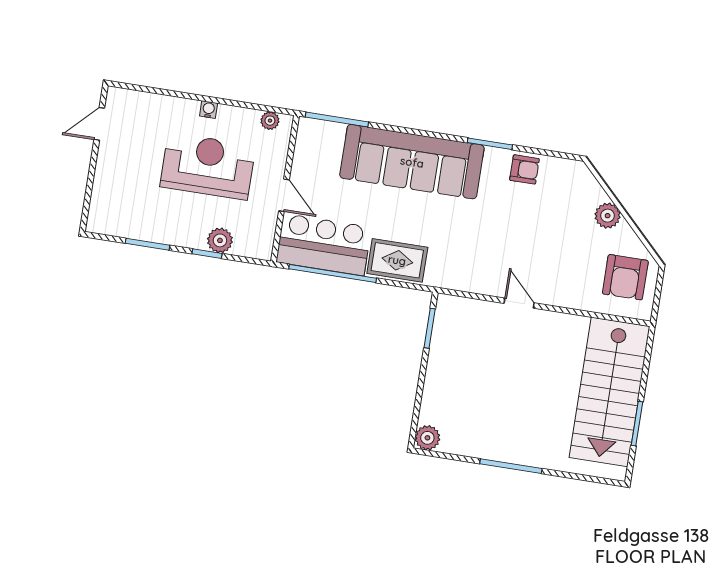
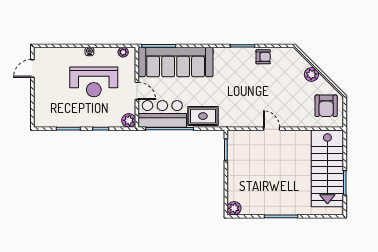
sofa: (412, 162) -> (176, 62), moved
reception desk: (208, 166) -> (94, 82), turned 180
plant: (220, 240) -> (129, 120), moved

